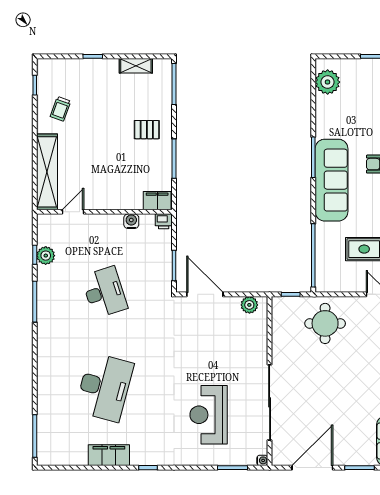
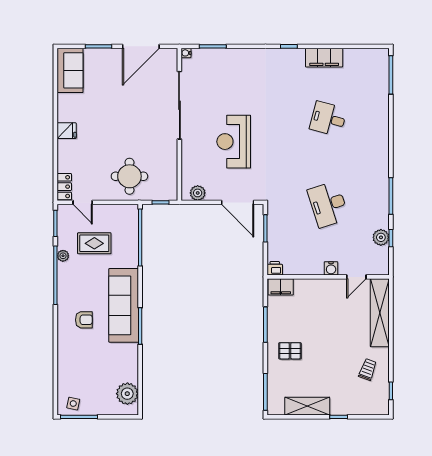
shelving: (136, 66) -> (307, 406), width x1.50, depth x1.33
water cooler: (131, 221) -> (331, 268), moved
desk: (104, 387) -> (328, 119), width x0.53, depth x0.77
reception desk: (209, 415) -> (234, 142), moved, turned 180

